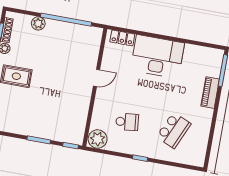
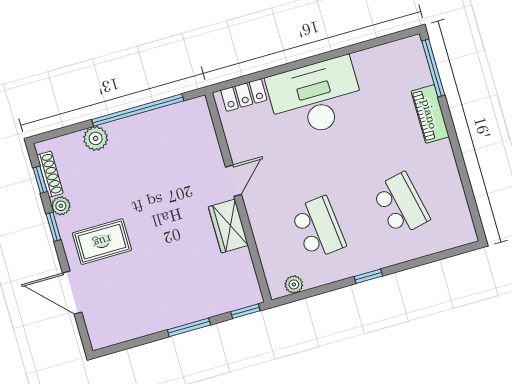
wardrobe: (83, 99) -> (228, 226), added
school desk: (127, 122) -> (318, 228), width x1.85
school desk: (174, 130) -> (401, 204), turned -36
plant: (98, 139) -> (294, 284), width x0.53, depth x0.53

